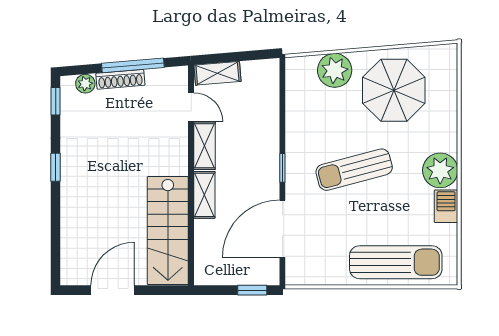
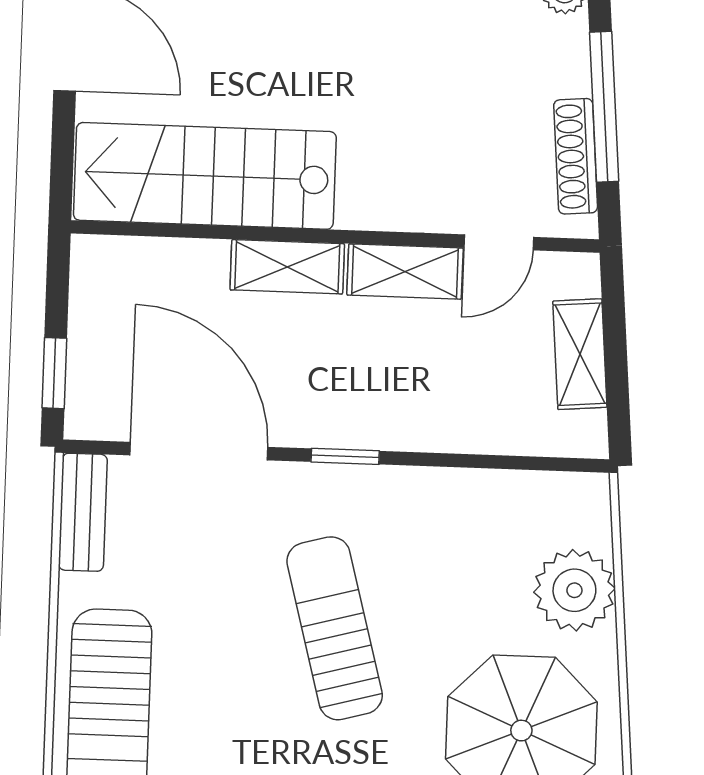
shelving: (217, 73) -> (580, 354), moved
shoe rack: (120, 79) -> (576, 156), moved
bench: (310, 276) -> (83, 512), added

